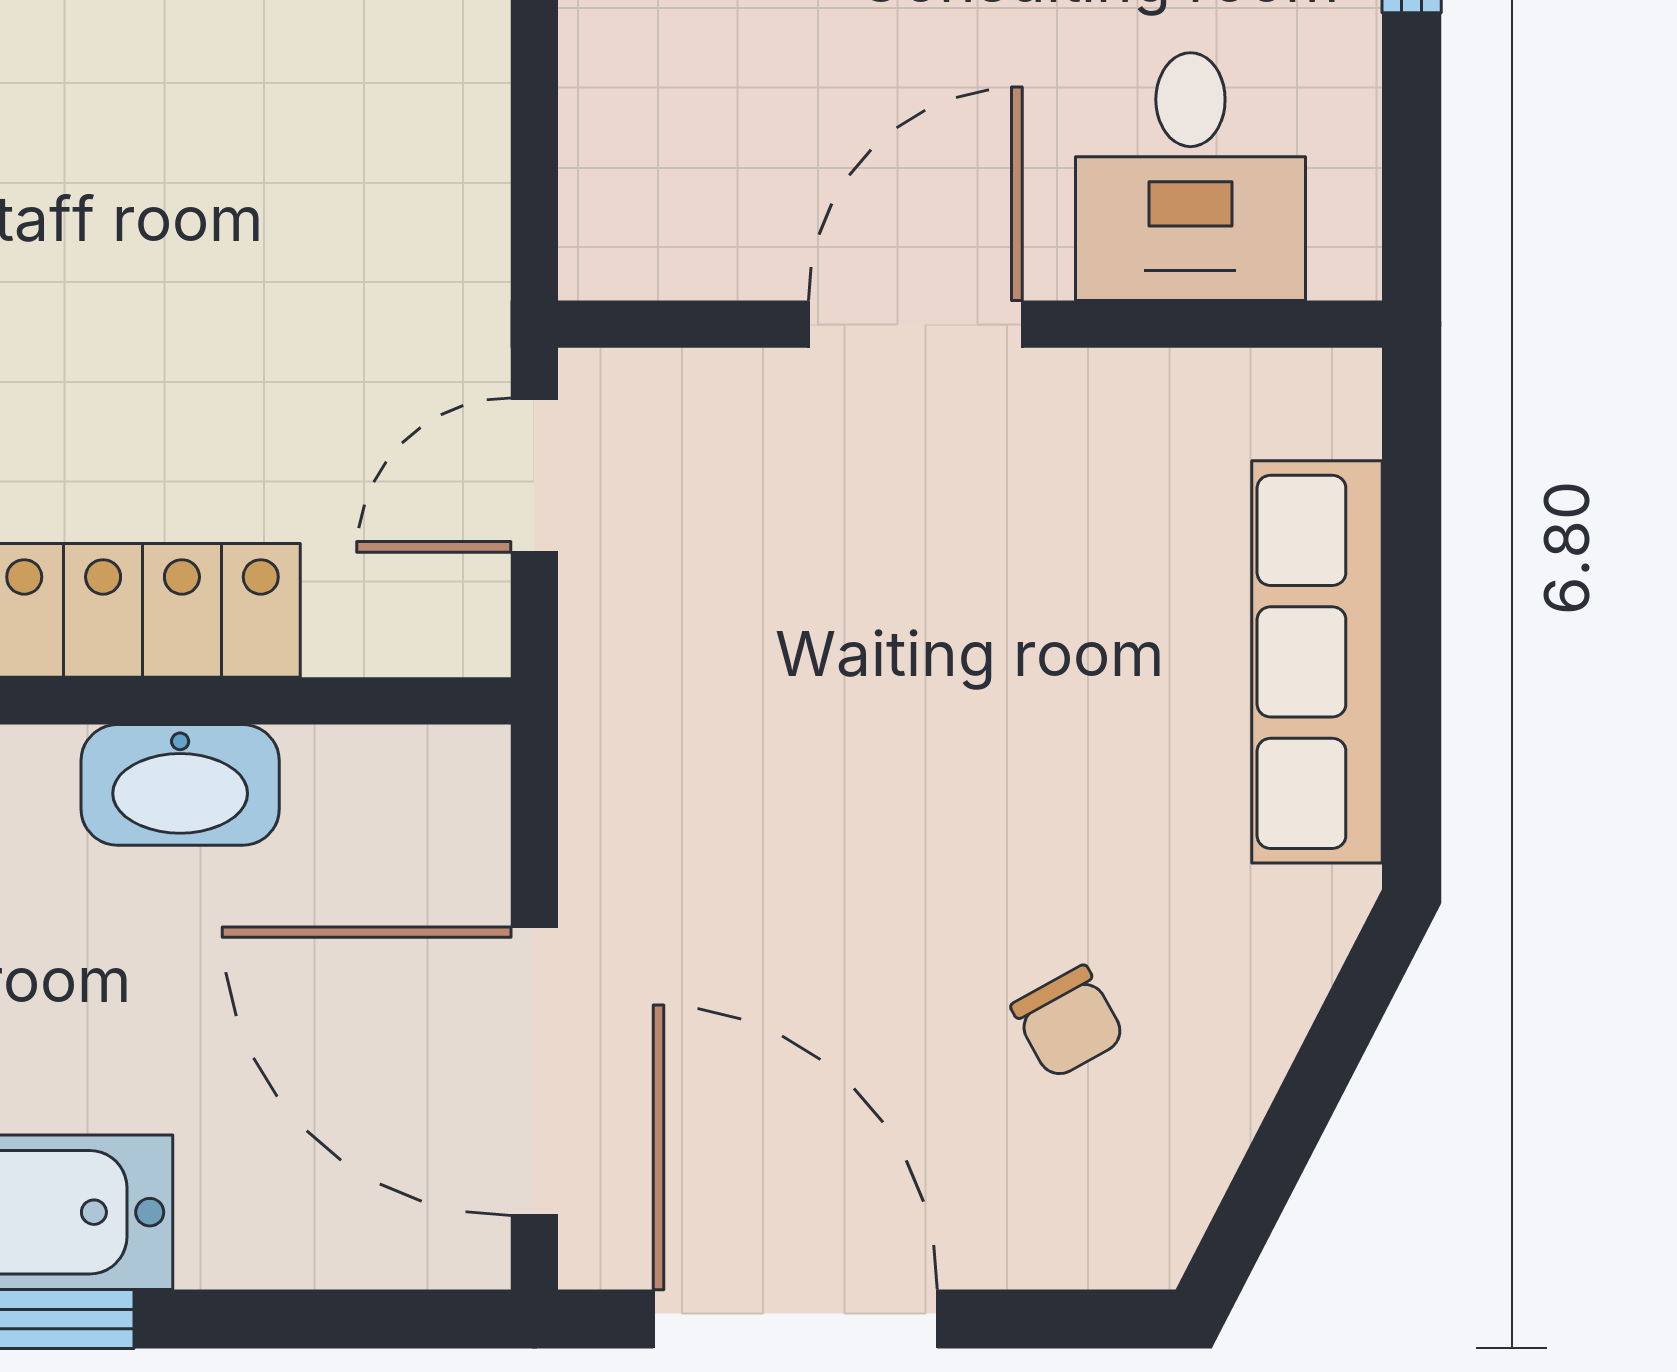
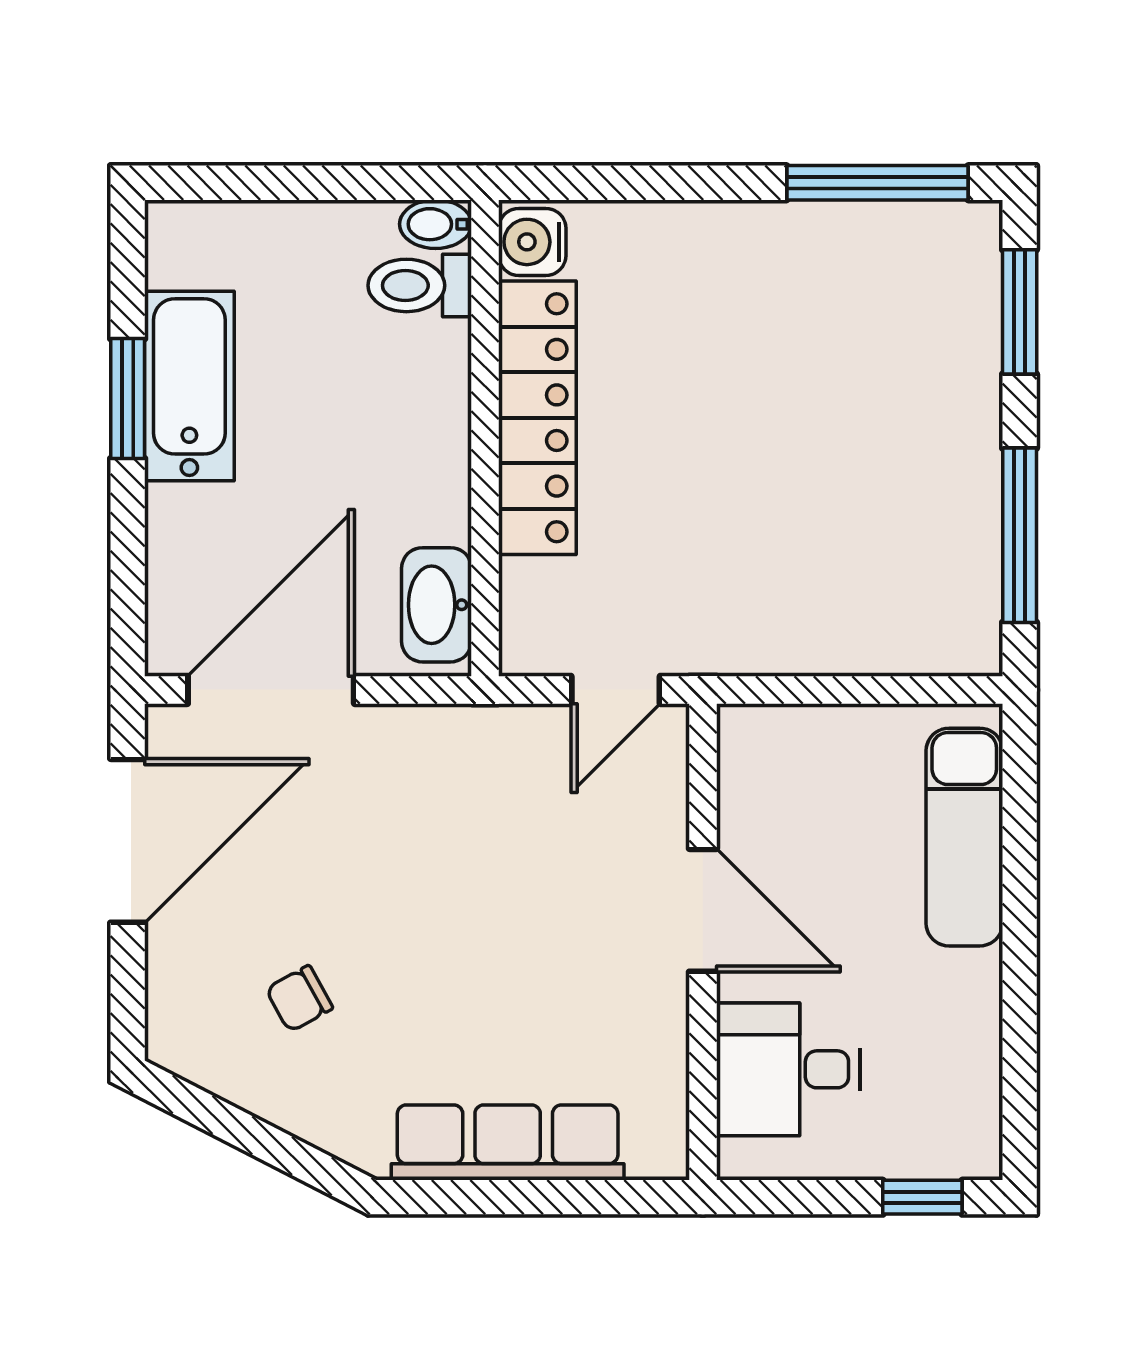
door: (534, 475) -> (616, 690), swing flipped
washbasin: (180, 785) -> (436, 605), moved

